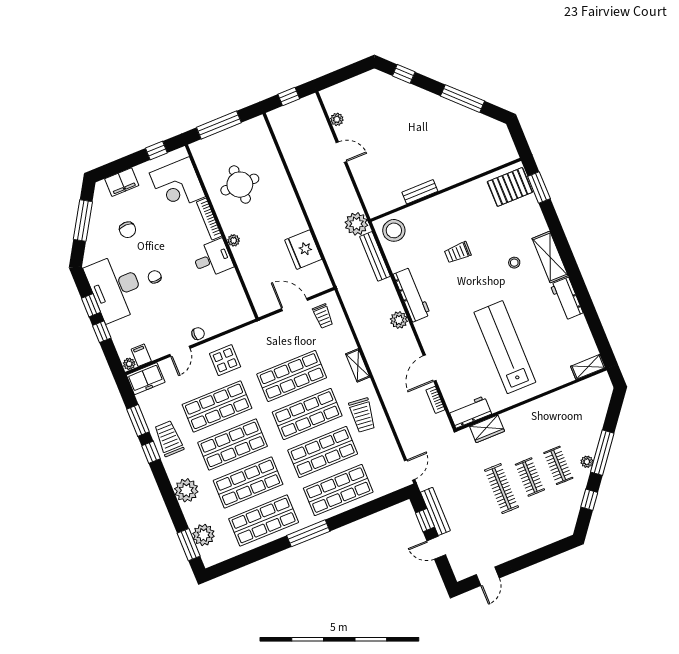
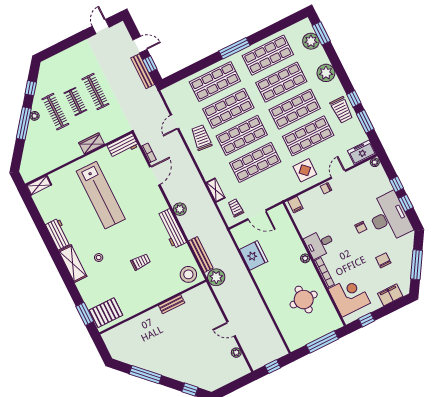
filing cabinet: (141, 355) -> (295, 205), moved
shelving: (358, 365) -> (216, 190), moved
wardrobe: (487, 429) -> (91, 143), moved
clothes rail: (558, 465) -> (55, 112), width x1.36
door: (410, 470) -> (175, 122), moved

